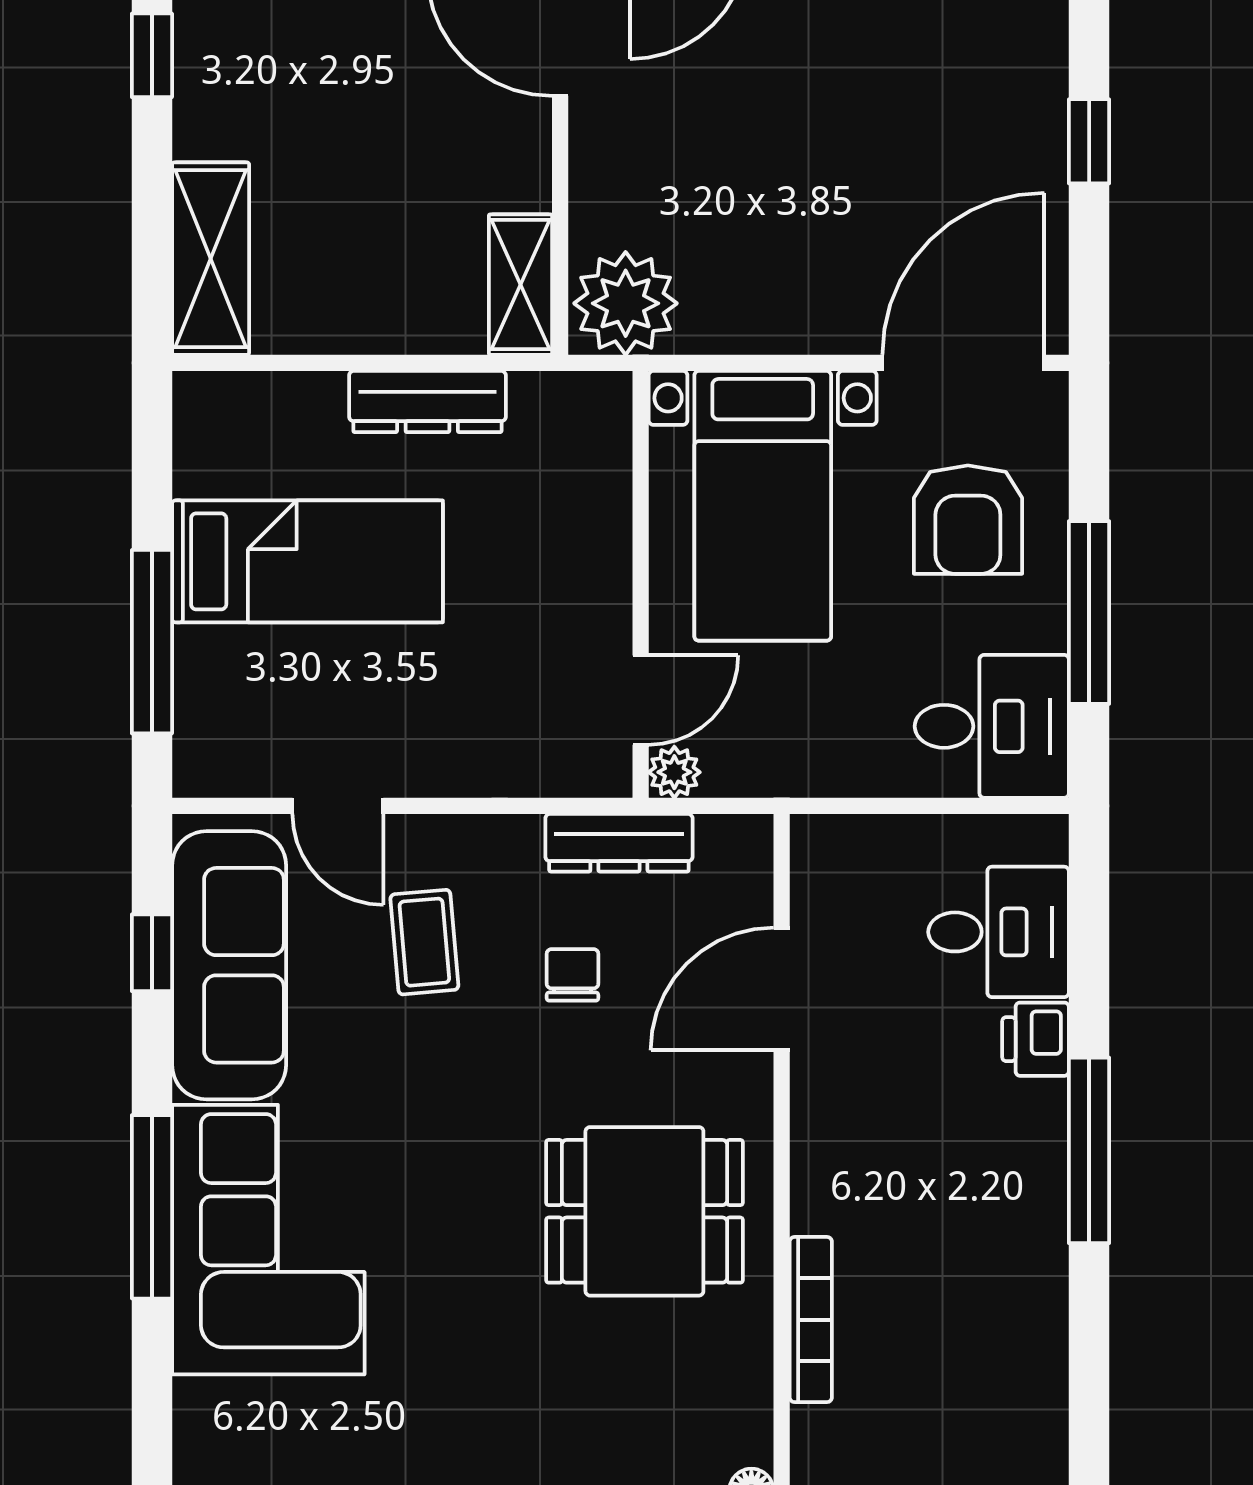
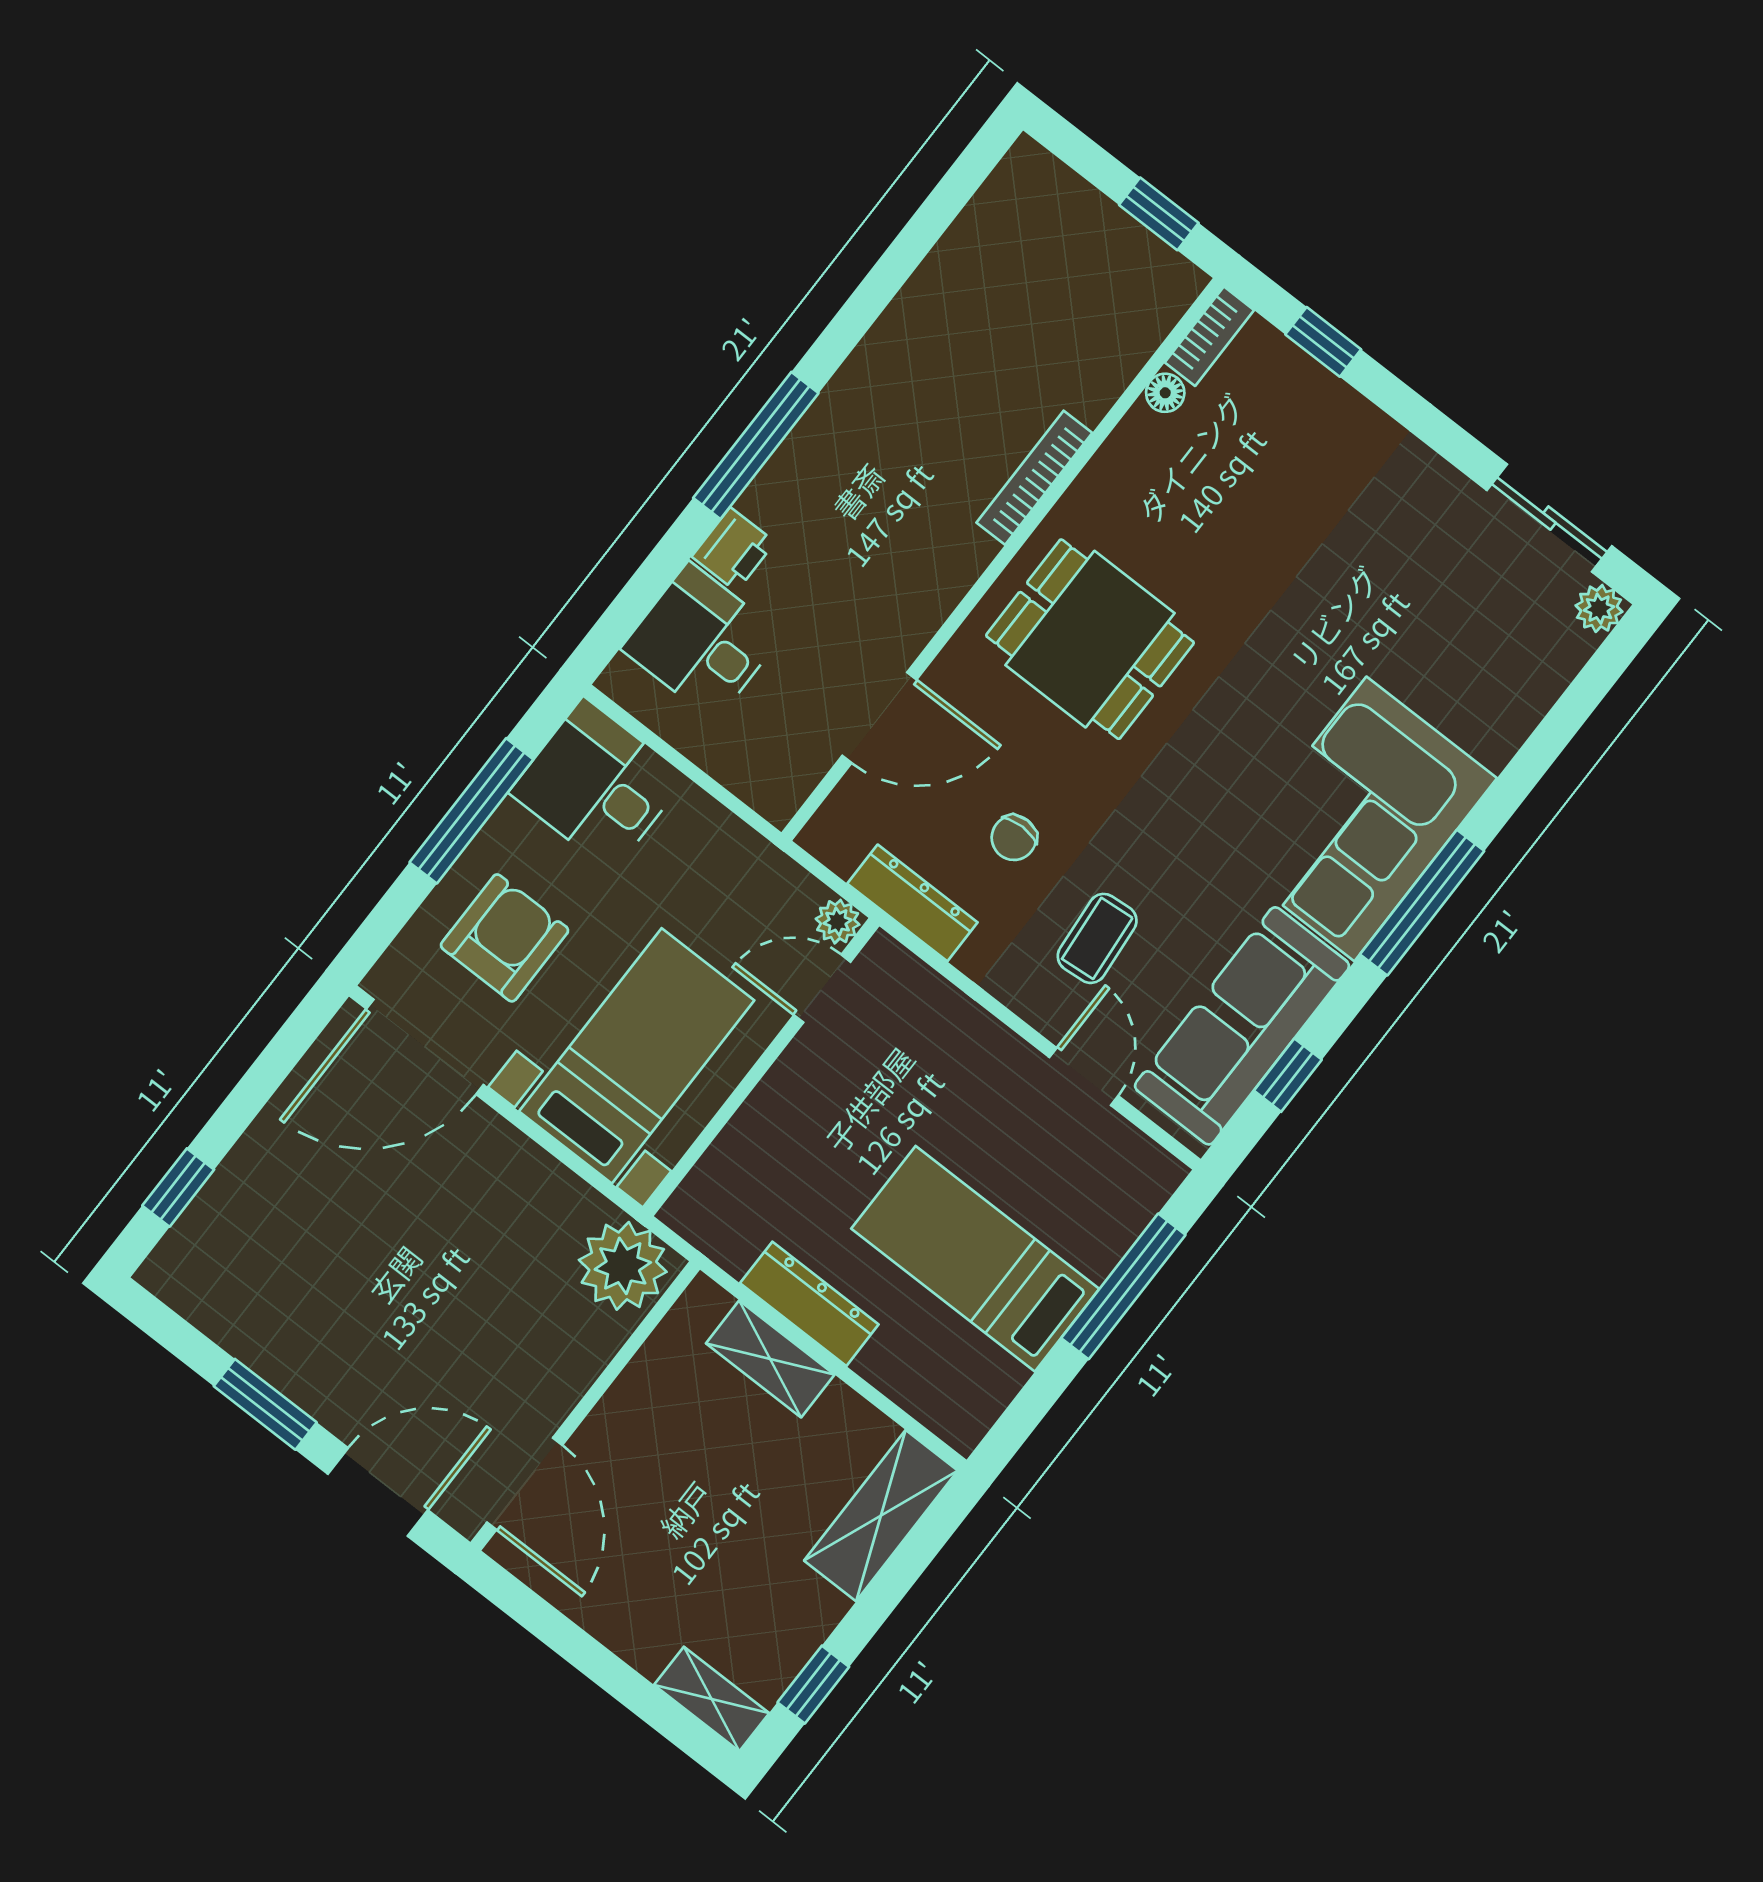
window: (1089, 141) -> (178, 1188), moved
shelving: (520, 285) -> (770, 1359), moved, turned 90

